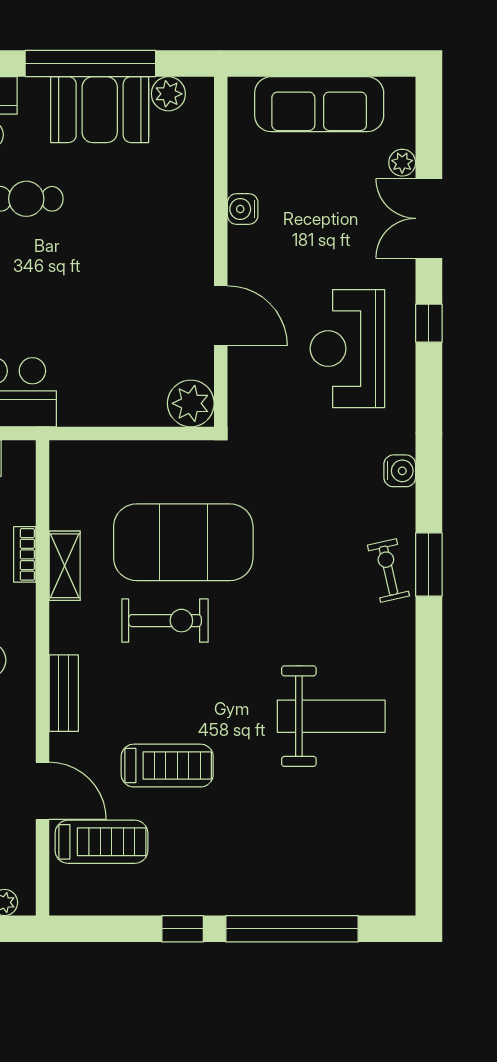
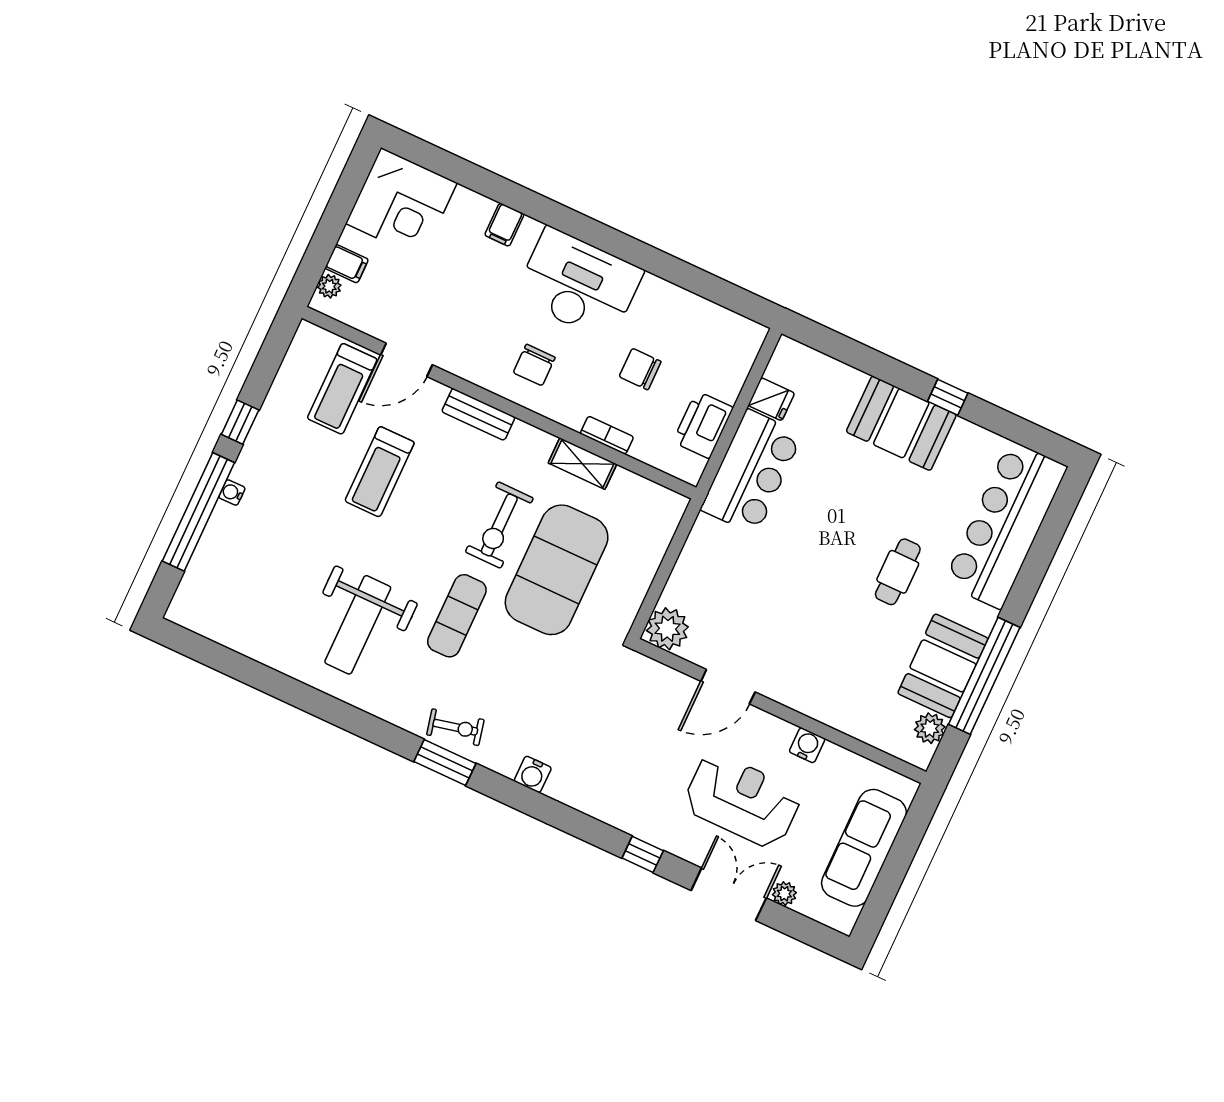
reception desk: (347, 349) -> (742, 800), moved
exercise mat: (276, 621) -> (457, 616), added
water cooler: (257, 904) -> (232, 493), added

